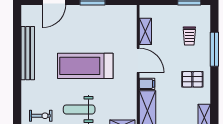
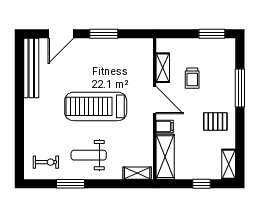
trolley: (189, 36) -> (192, 78), moved
bench: (28, 53) -> (31, 68), moved

